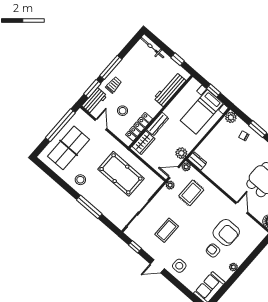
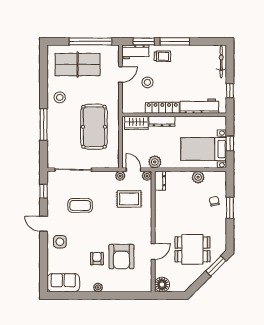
plant: (231, 117) -> (198, 177), moved
locker: (139, 127) -> (162, 108), moved

